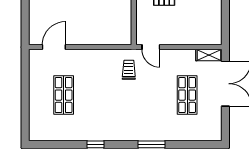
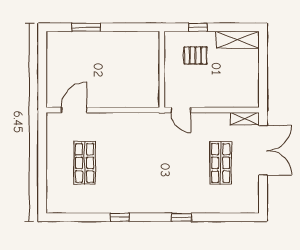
trolley: (129, 70) -> (157, 135), removed
window: (152, 144) -> (182, 217), width x0.67

